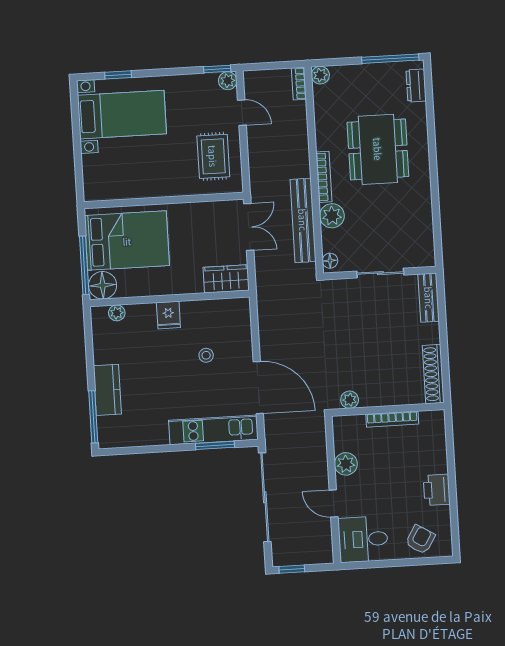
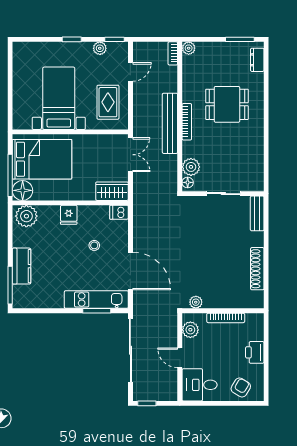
window: (390, 59) -> (240, 39), width x0.69
window: (118, 75) -> (72, 39), moved
plant: (228, 81) -> (100, 48), moved
door: (242, 113) -> (130, 72), hinge flipped
bed with nightstands: (122, 115) -> (59, 98), moved, turned -90
dining table: (378, 149) -> (227, 104), width x0.73
plant: (332, 216) -> (191, 167), moved
bench: (303, 220) -> (170, 123), moved
dishwasher: (238, 307) -> (119, 212), added
plant: (117, 313) -> (26, 216), width x1.87, depth x1.87
plant: (350, 400) -> (196, 302), moved
wall: (388, 409) -> (223, 311), moved
bookcase: (392, 419) -> (226, 318), moved

